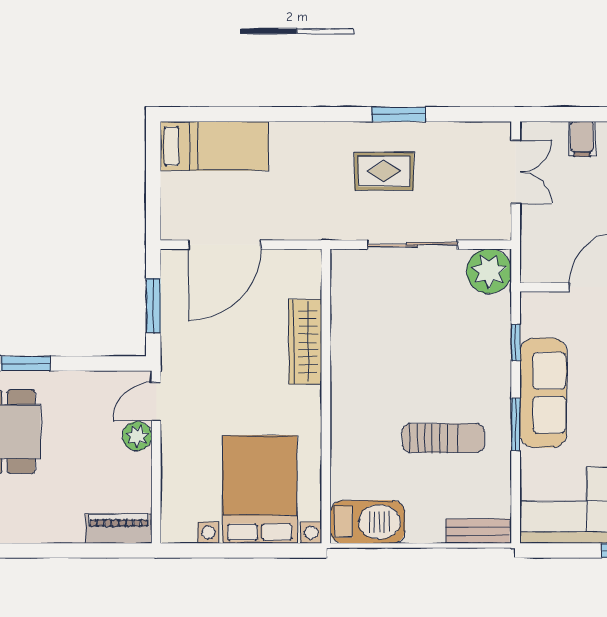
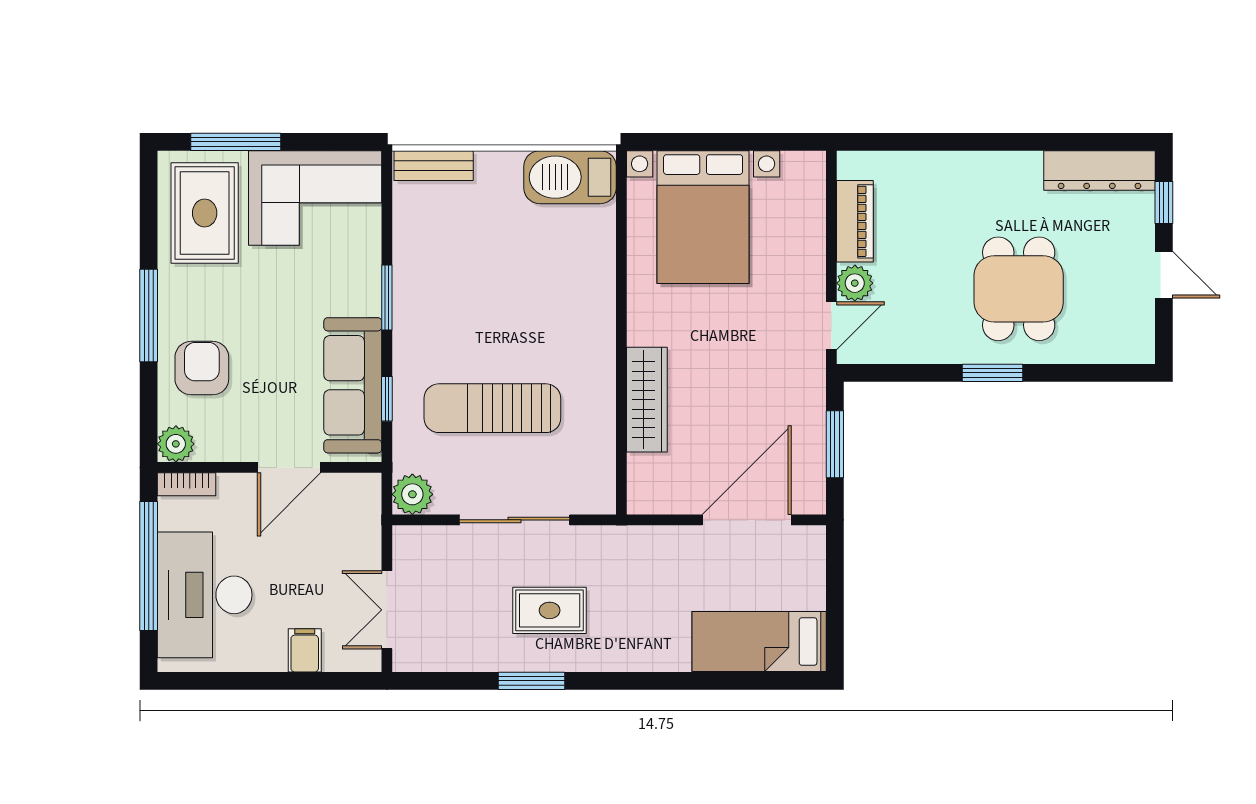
plant: (489, 271) -> (412, 494), width x0.73, depth x0.73
sofa: (543, 393) -> (353, 385), moved
sun lounger: (443, 438) -> (492, 408), moved, width x1.36, depth x1.34
piano: (119, 529) -> (855, 221), moved, turned -90

